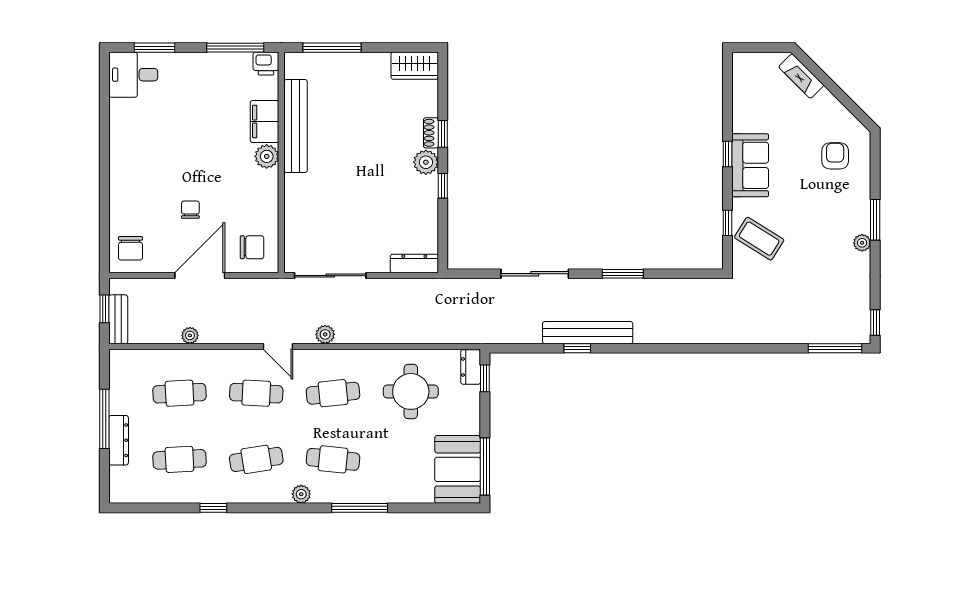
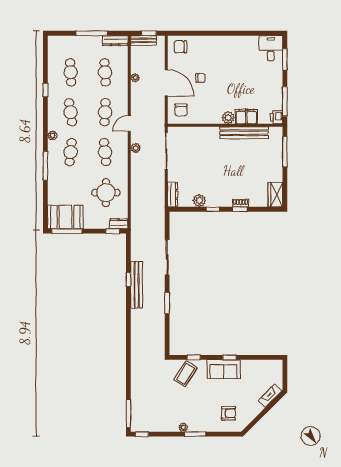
plant: (426, 162) -> (199, 200), moved
dresser: (119, 440) -> (115, 41), moved

